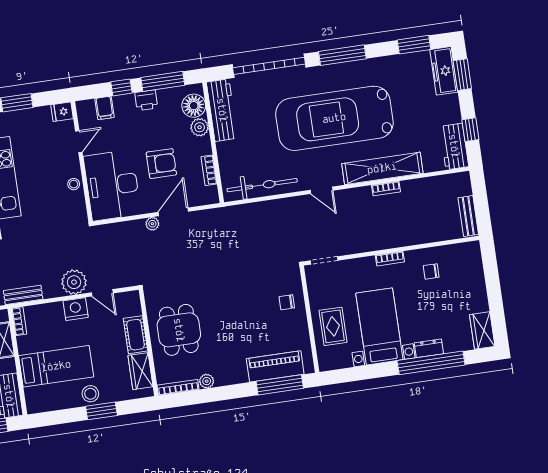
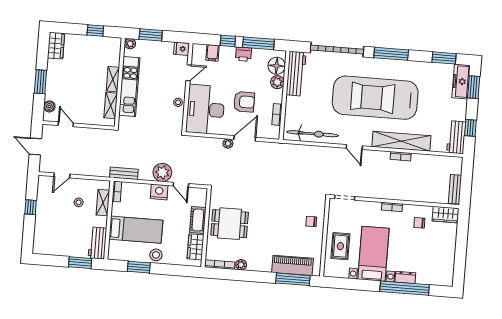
dining table: (179, 330) -> (230, 224), turned 90
wardrobe: (482, 330) -> (446, 215), moved, turned -90
window: (101, 411) -> (139, 267), moved

